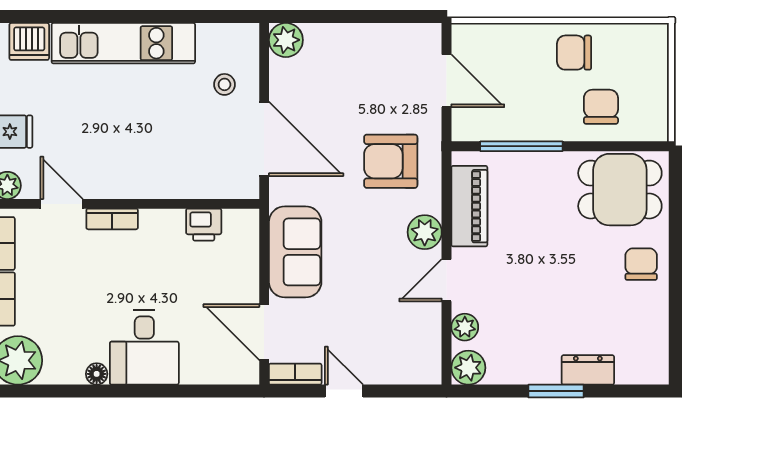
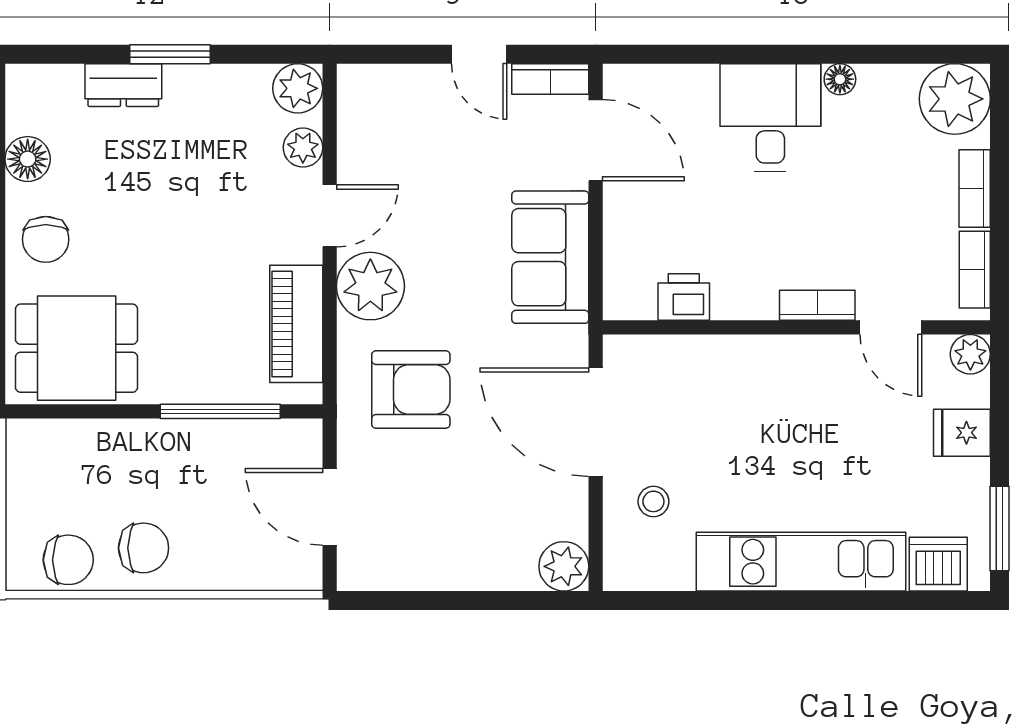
chair: (601, 107) -> (68, 560), moved, turned -90
plant: (425, 232) -> (370, 286), width x1.36, depth x1.36
floor lamp: (654, 319) -> (28, 159), added

